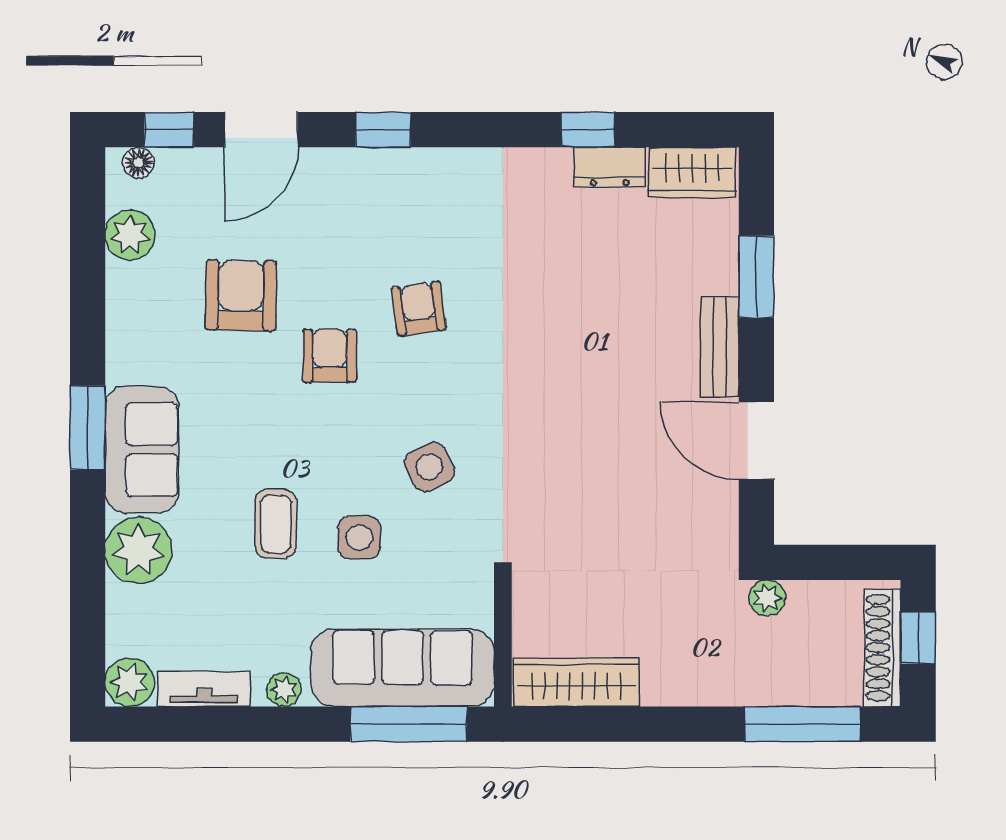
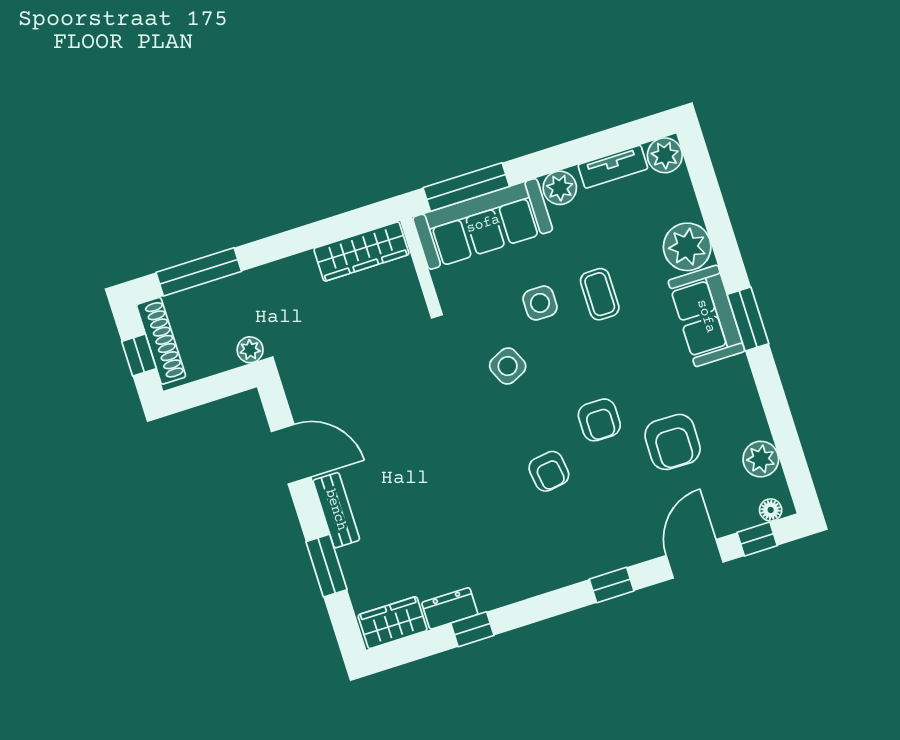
plant: (284, 690) -> (560, 188), width x1.38, depth x1.38

